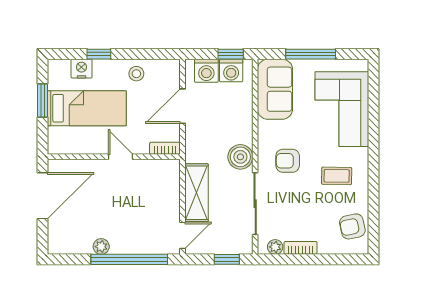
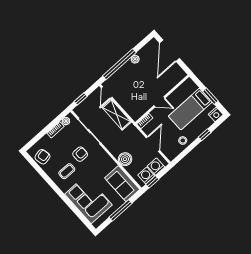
nightstand: (81, 69) -> (216, 114), moved
boiler: (240, 157) -> (125, 159), moved
armchair: (288, 161) -> (80, 154), moved
door: (43, 196) -> (170, 51), moved

